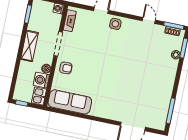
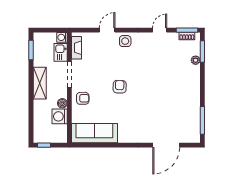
door: (149, 20) -> (160, 30), hinge flipped
armchair: (102, 64) -> (120, 87), added
kitchen sink: (39, 96) -> (61, 52), moved

